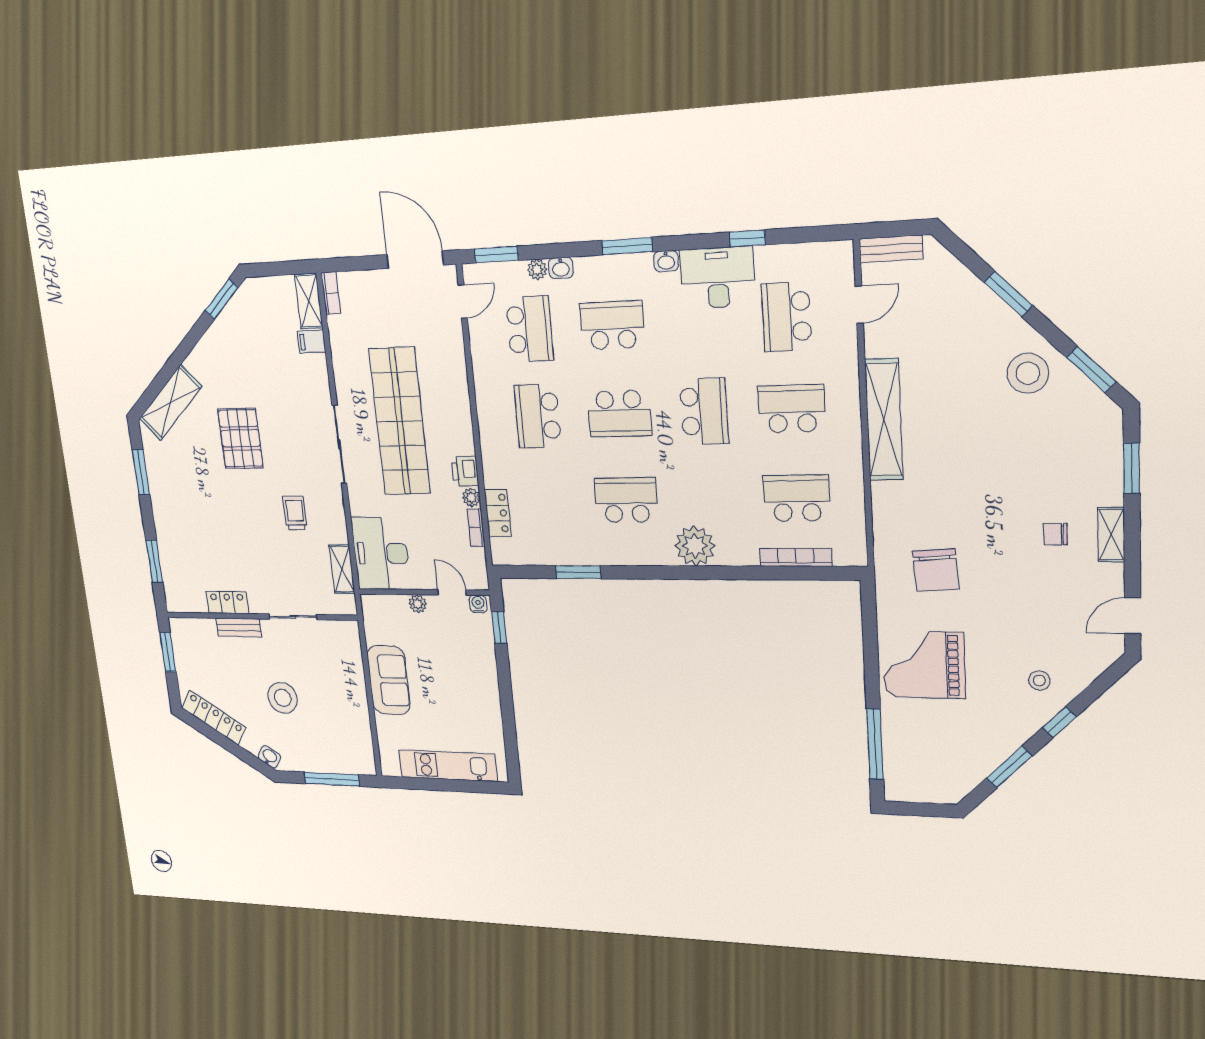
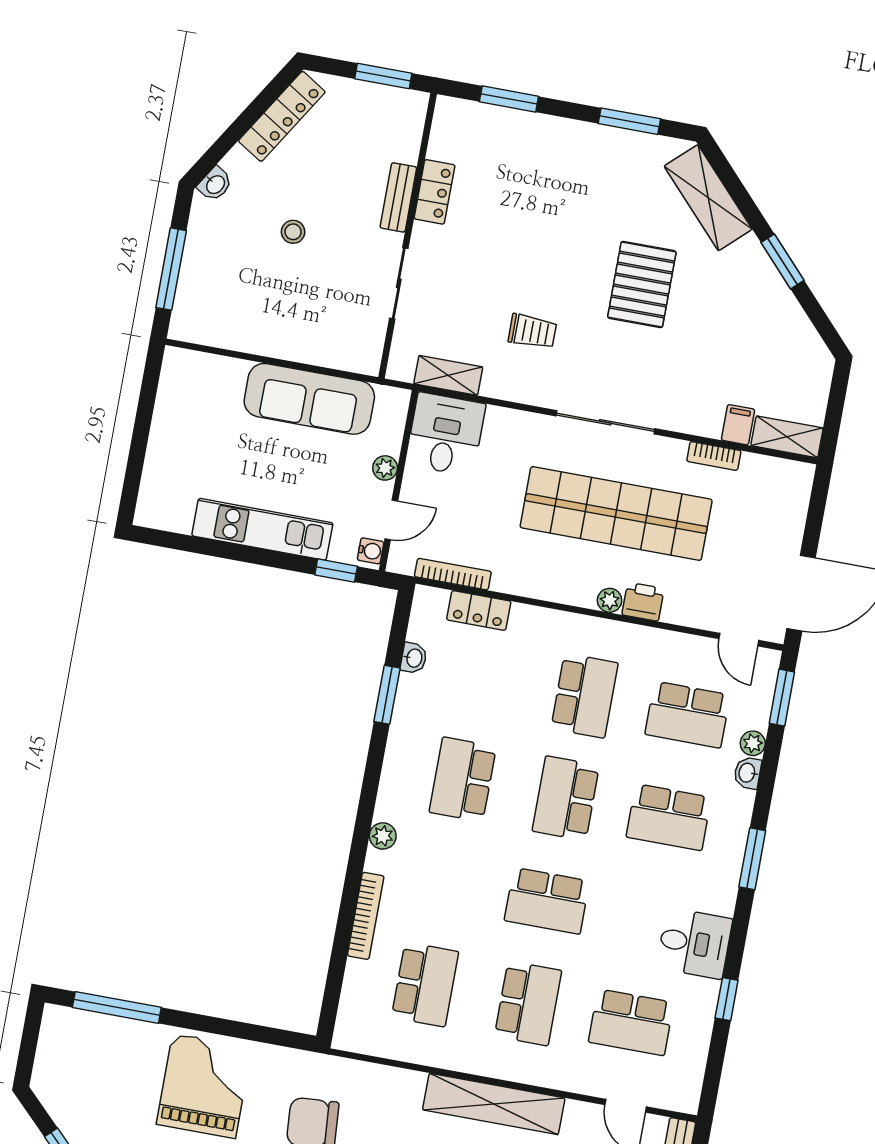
washbasin: (666, 261) -> (414, 658), moved, turned 180
desk: (718, 278) -> (694, 943), width x0.73
bookcase: (331, 293) -> (714, 456), moved
window: (222, 299) -> (782, 261), moved
school desk: (787, 317) -> (631, 1022), turned 180
school desk: (612, 325) -> (669, 817), turned 90
school desk: (538, 416) -> (585, 696), turned 90
pallet: (240, 438) -> (642, 285), turned 90
printer: (465, 471) -> (643, 602), moved
plant: (471, 497) -> (610, 600), moved
school desk: (626, 500) -> (463, 779), turned 180
bookcase: (476, 528) -> (453, 574), width x1.56
plant: (695, 546) -> (383, 836), width x0.53, depth x0.53
desk: (381, 553) -> (446, 434), width x0.73
bookcase: (796, 557) -> (366, 916), moved
sofa: (389, 680) -> (309, 399), width x1.36
stool: (283, 698) -> (293, 232), width x0.53, depth x0.53
kitchen unit: (448, 766) -> (262, 529), moved, turned -90

